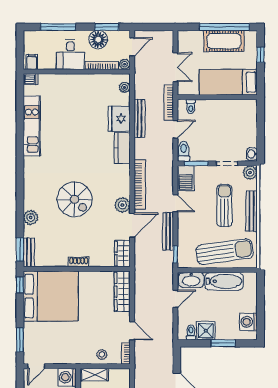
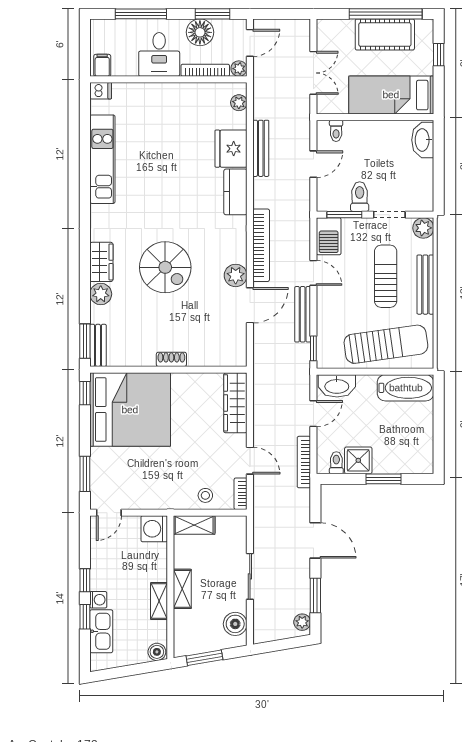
bookcase: (169, 103) -> (304, 462), moved
toilet: (184, 151) -> (360, 197), moved
washbasin: (252, 154) -> (423, 140), moved, width x1.91, depth x1.45
wardrobe: (122, 253) -> (101, 262), moved, turned 180
bathtub: (224, 281) -> (406, 388), moved
washing machine: (248, 322) -> (421, 447), removed

